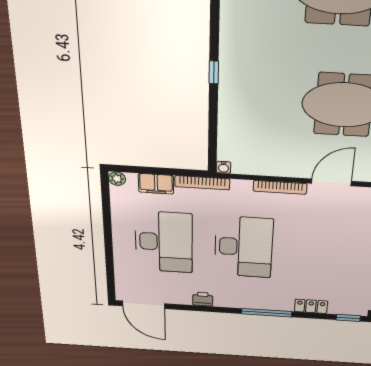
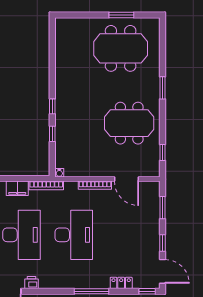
window: (213, 113) -> (52, 134), added
door: (331, 182) -> (126, 179), swing flipped
printer: (203, 299) -> (32, 283), moved

